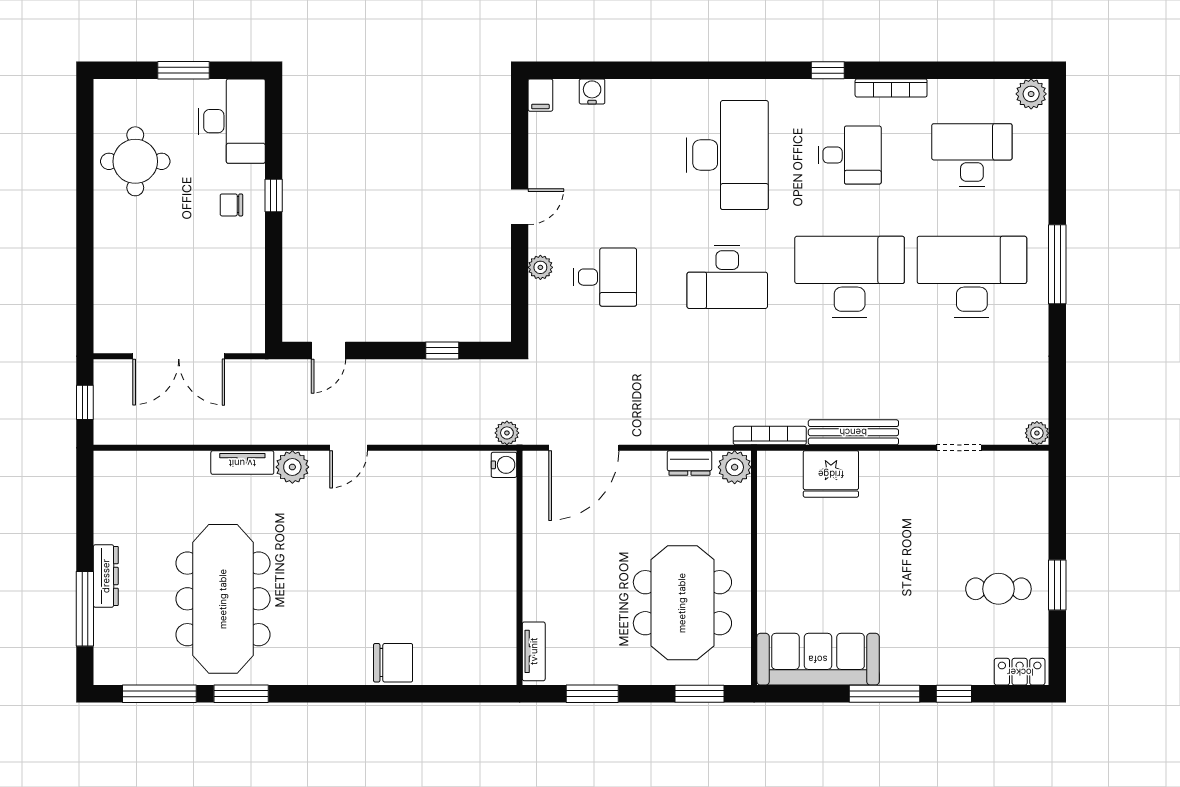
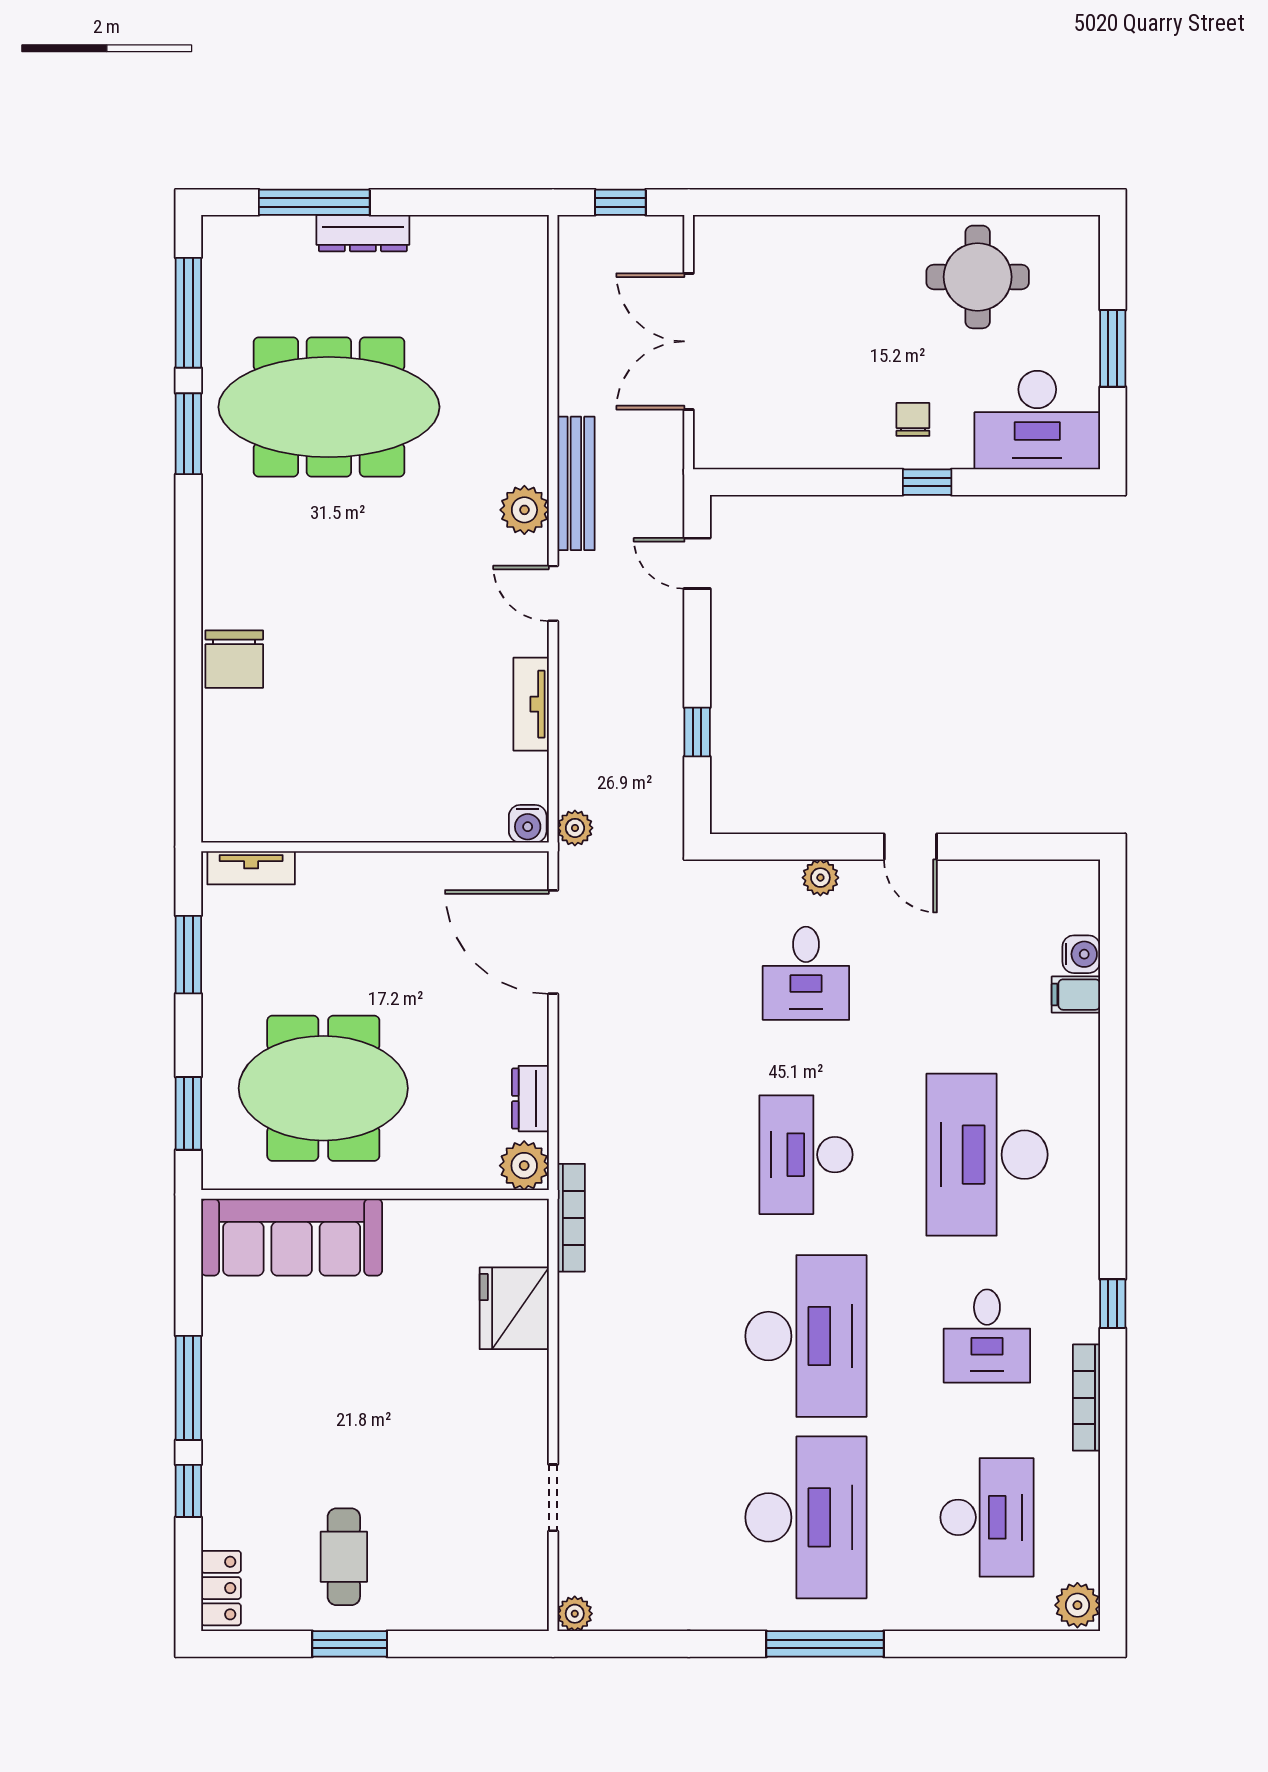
filing cabinet: (540, 95) -> (1076, 995), moved
desk: (727, 155) -> (987, 1155), turned 90
bench: (853, 432) -> (576, 483), moved
tv unit: (242, 463) -> (531, 704), moved
sofa: (818, 659) -> (292, 1237), moved, turned 90

